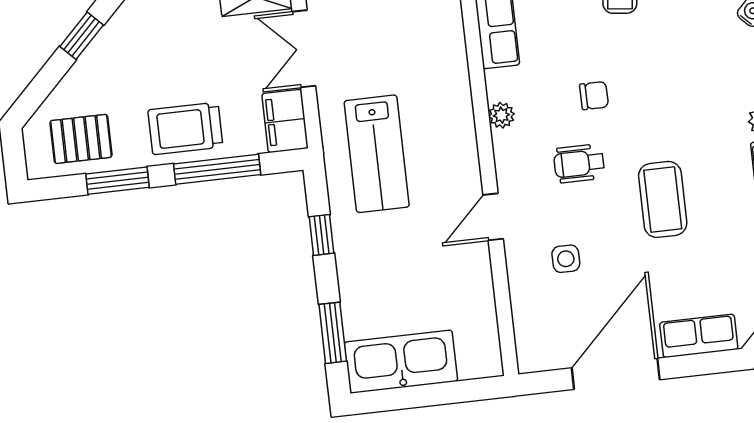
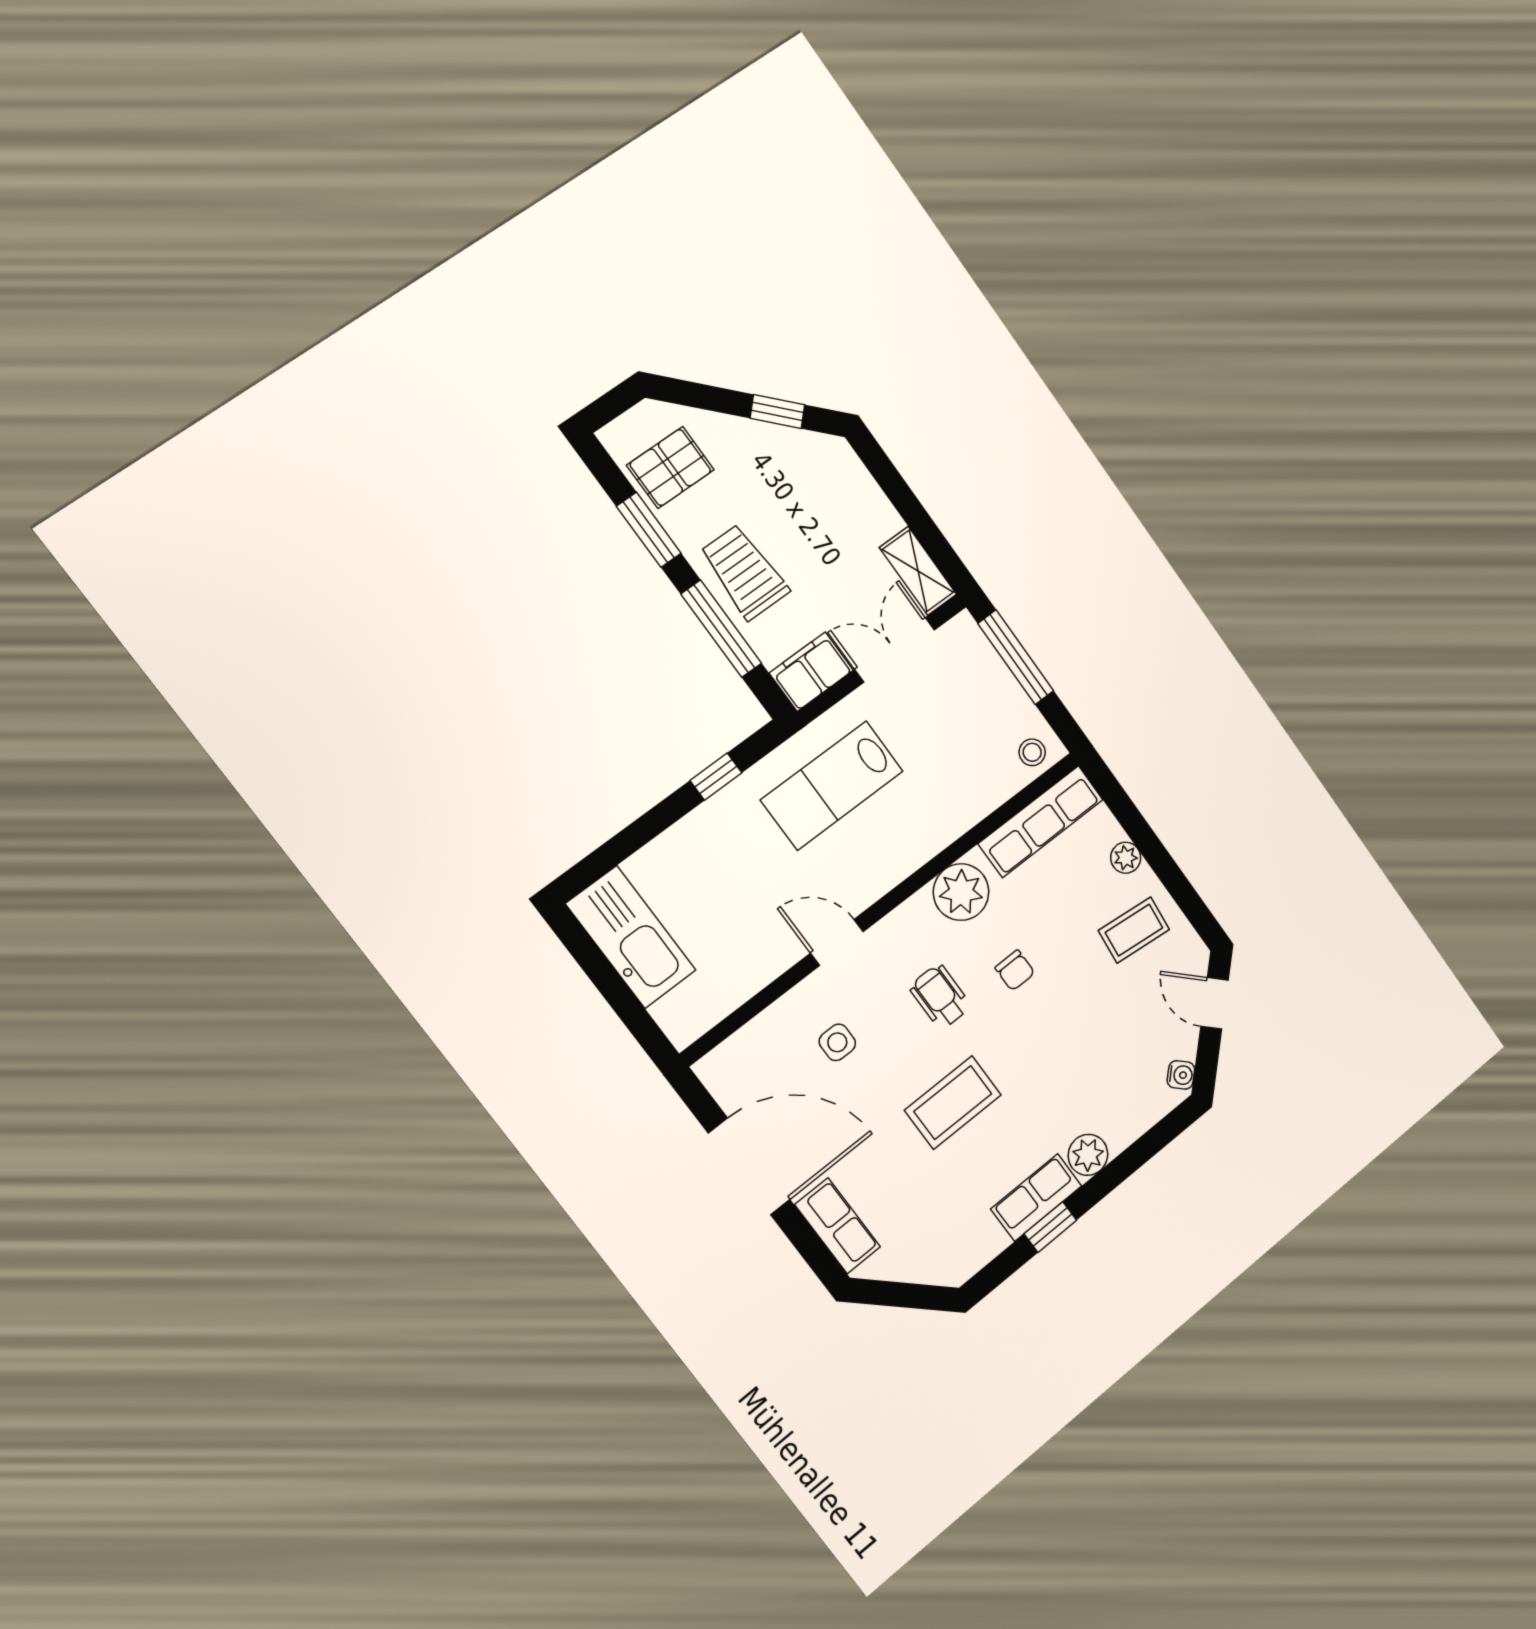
plant: (501, 115) -> (961, 892), width x1.88, depth x1.88
pallet: (81, 139) -> (670, 468), turned 90
window: (333, 333) -> (620, 848), removed

